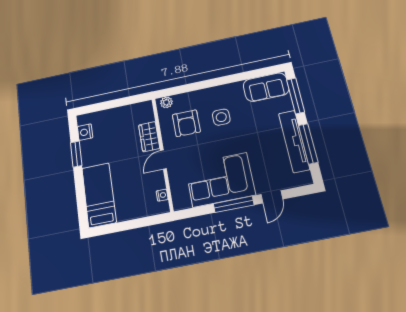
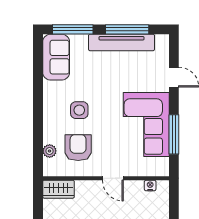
plant: (166, 102) -> (50, 151), moved
armchair: (186, 123) -> (78, 148), turned -90
wardrobe: (149, 137) -> (58, 189), moved
window: (234, 204) -> (174, 134), moved

